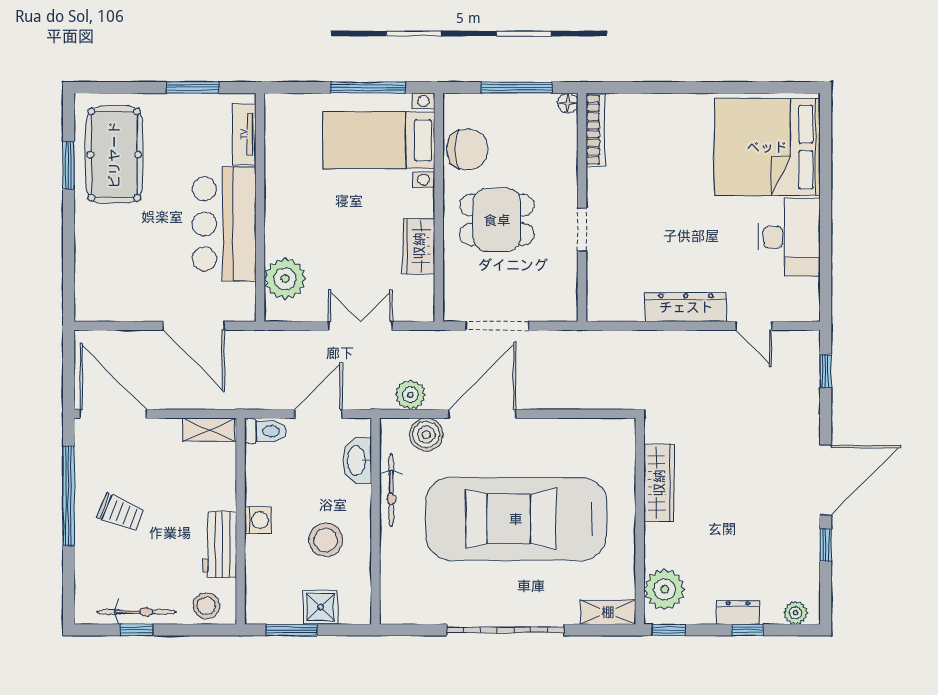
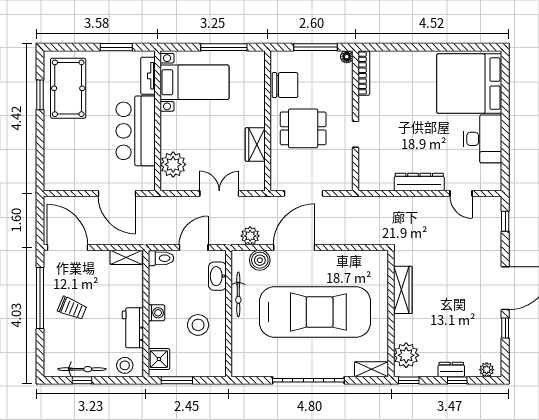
bed with nightstands: (379, 140) -> (195, 82), moved, turned 180
car: (516, 519) -> (315, 312), turned 180
shower: (321, 607) -> (159, 359), moved

